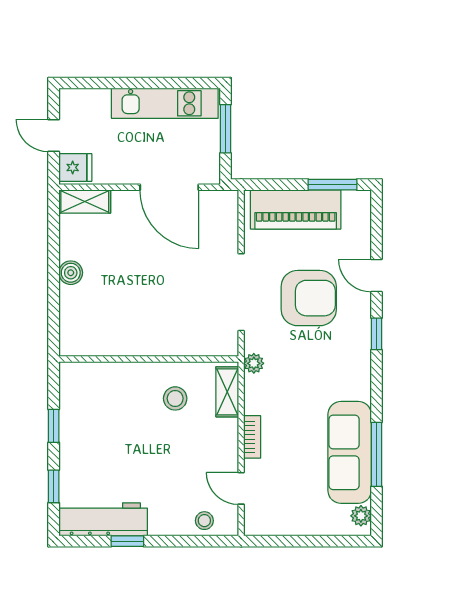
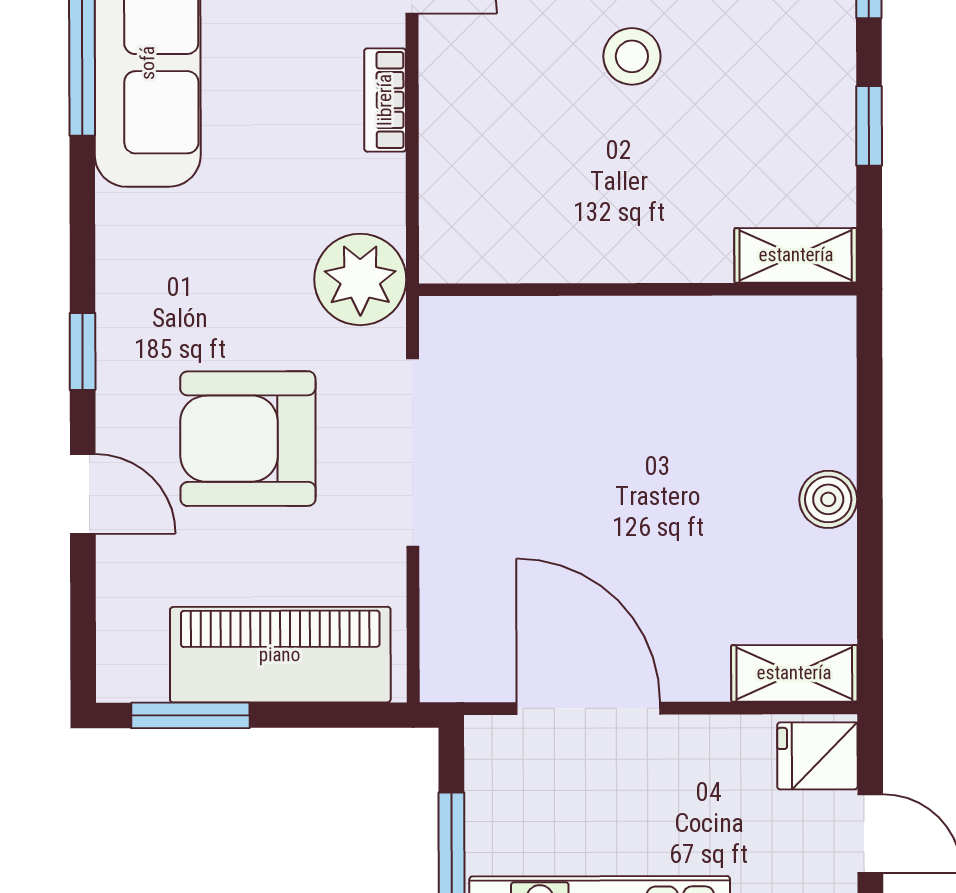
plant: (254, 363) -> (360, 279), width x1.87, depth x1.87
shelving: (227, 392) -> (796, 255), moved, turned 90
stool: (175, 398) -> (632, 56), moved

